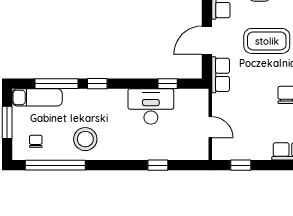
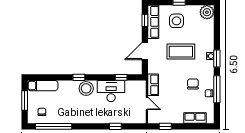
row of seats: (221, 75) -> (153, 85), moved
window: (56, 84) -> (54, 77), removed
stool: (85, 139) -> (86, 88), moved

